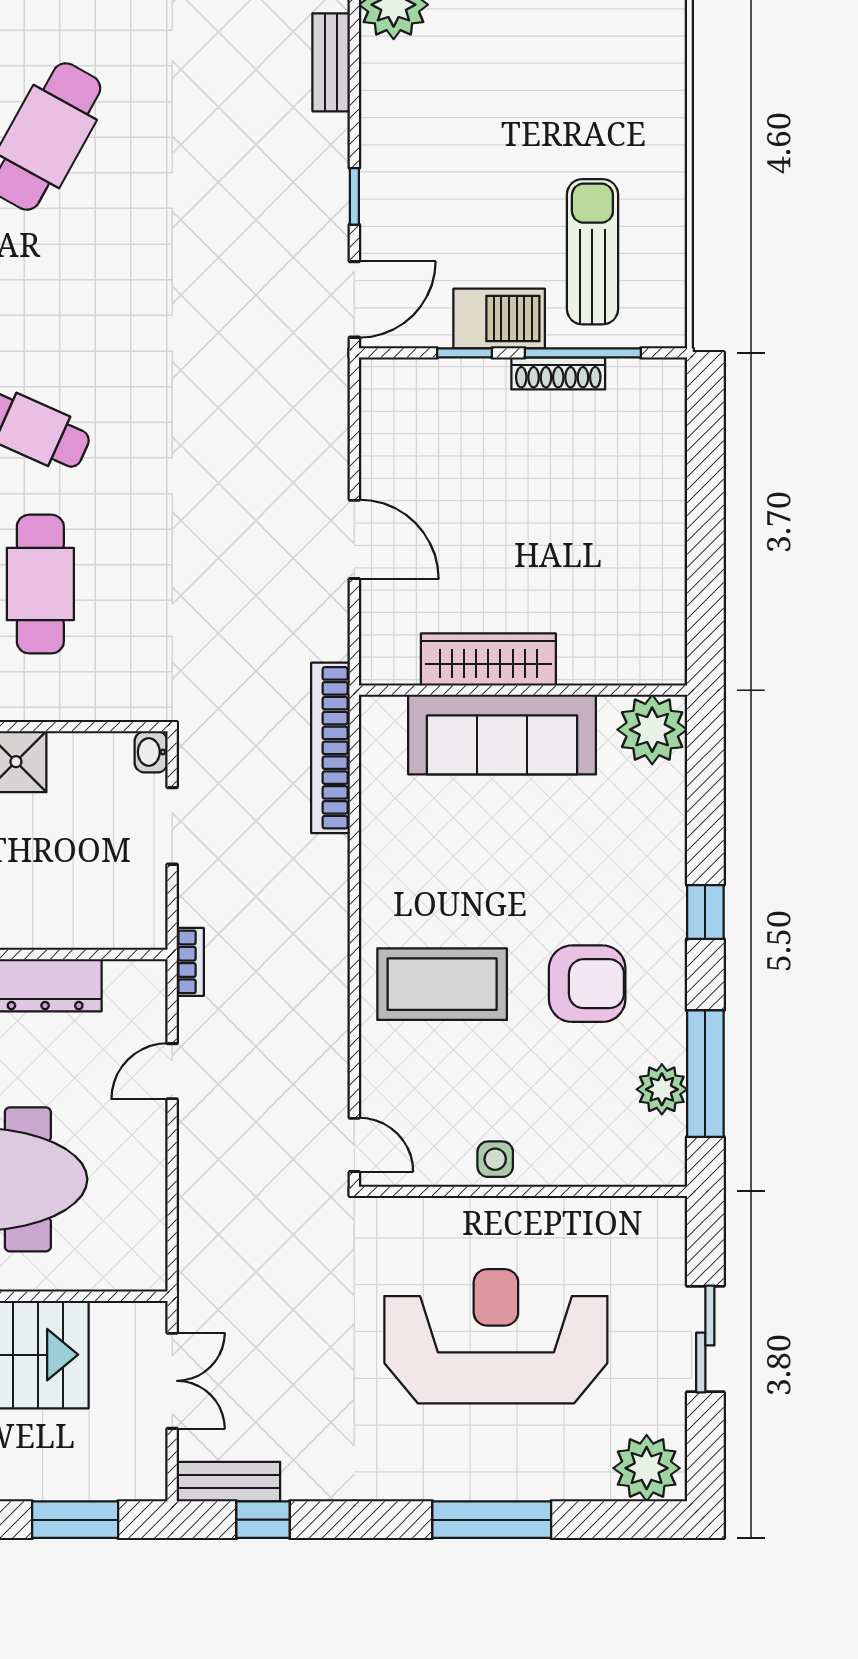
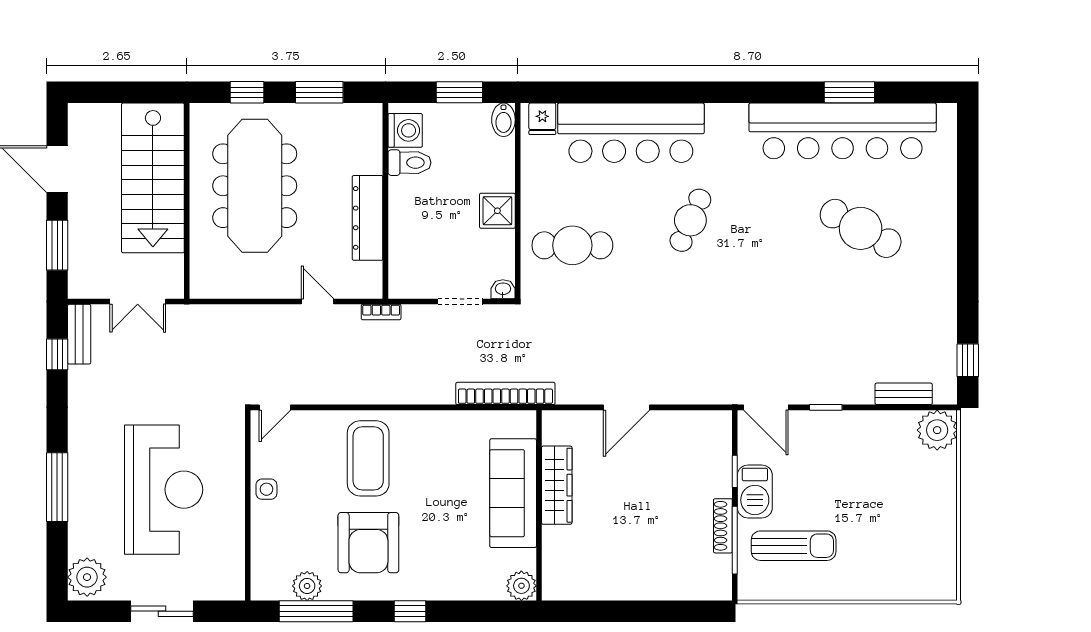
cafe table: (40, 584) -> (572, 245), moved
plant: (652, 730) -> (521, 586), width x0.73, depth x0.73
armchair: (587, 984) -> (368, 543), width x1.36, depth x1.36

